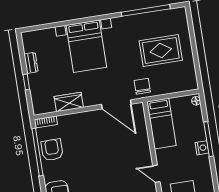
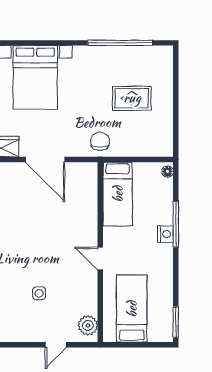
rug: (161, 50) -> (132, 98), width x0.73, depth x0.70
door: (116, 104) -> (45, 160), moved

